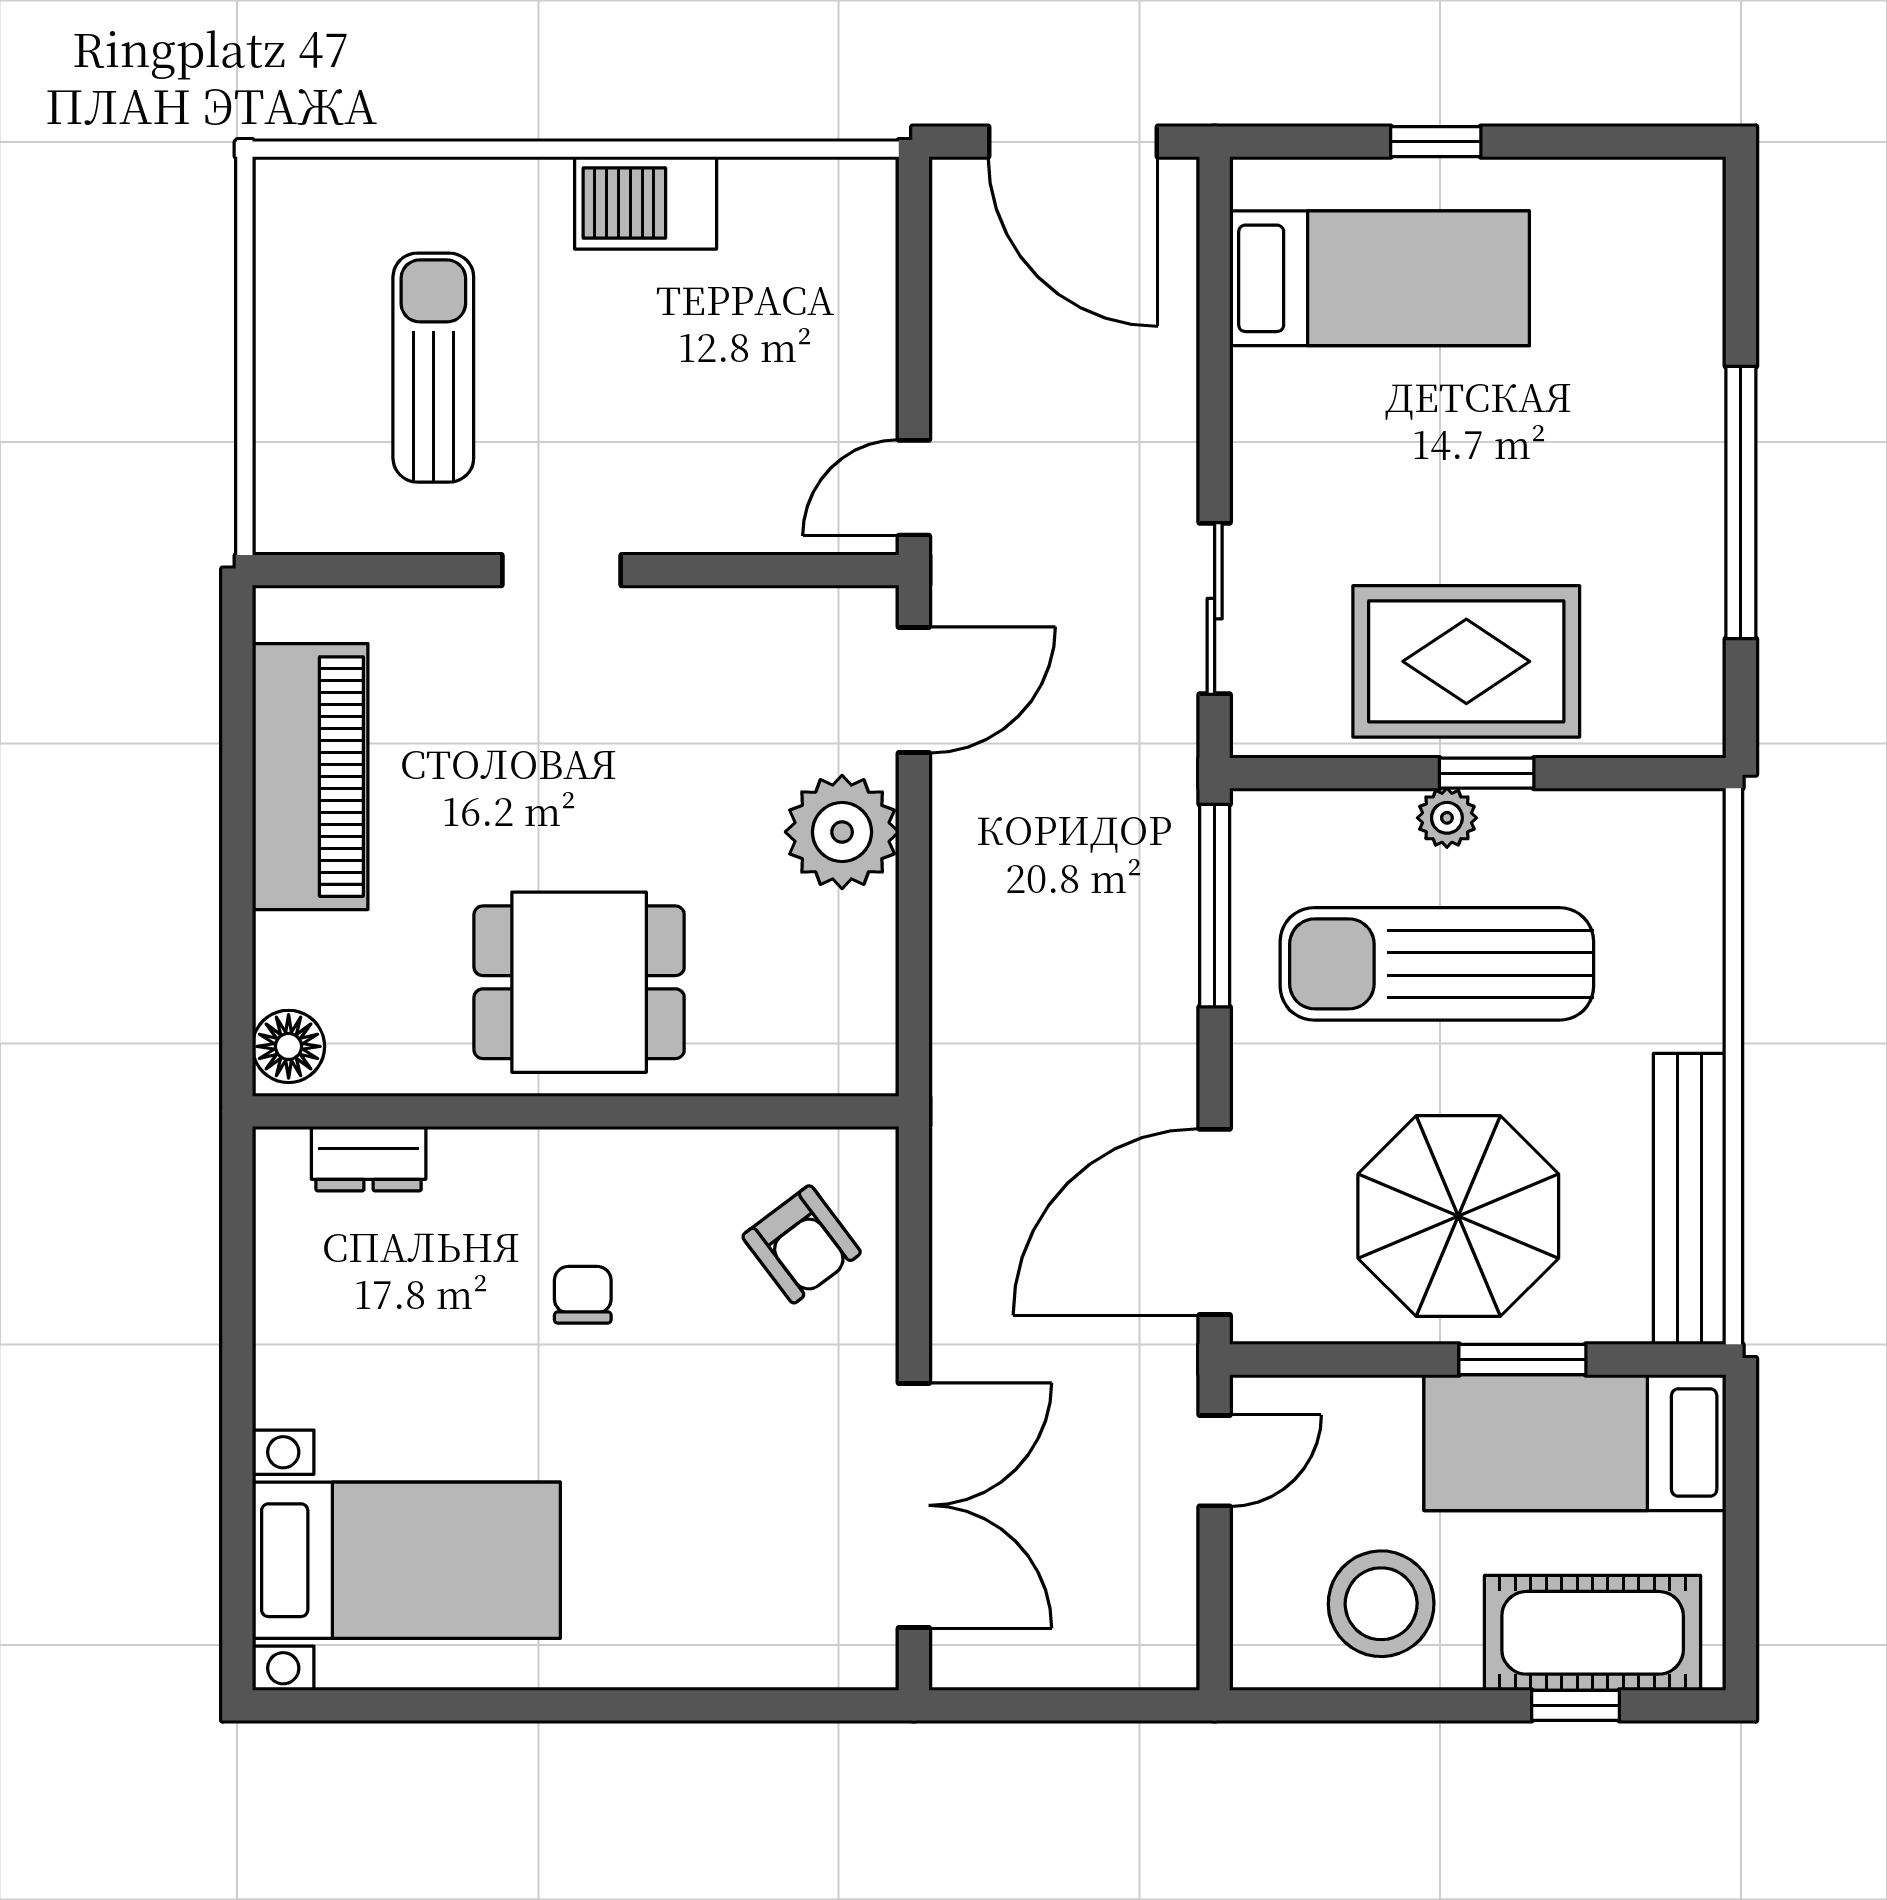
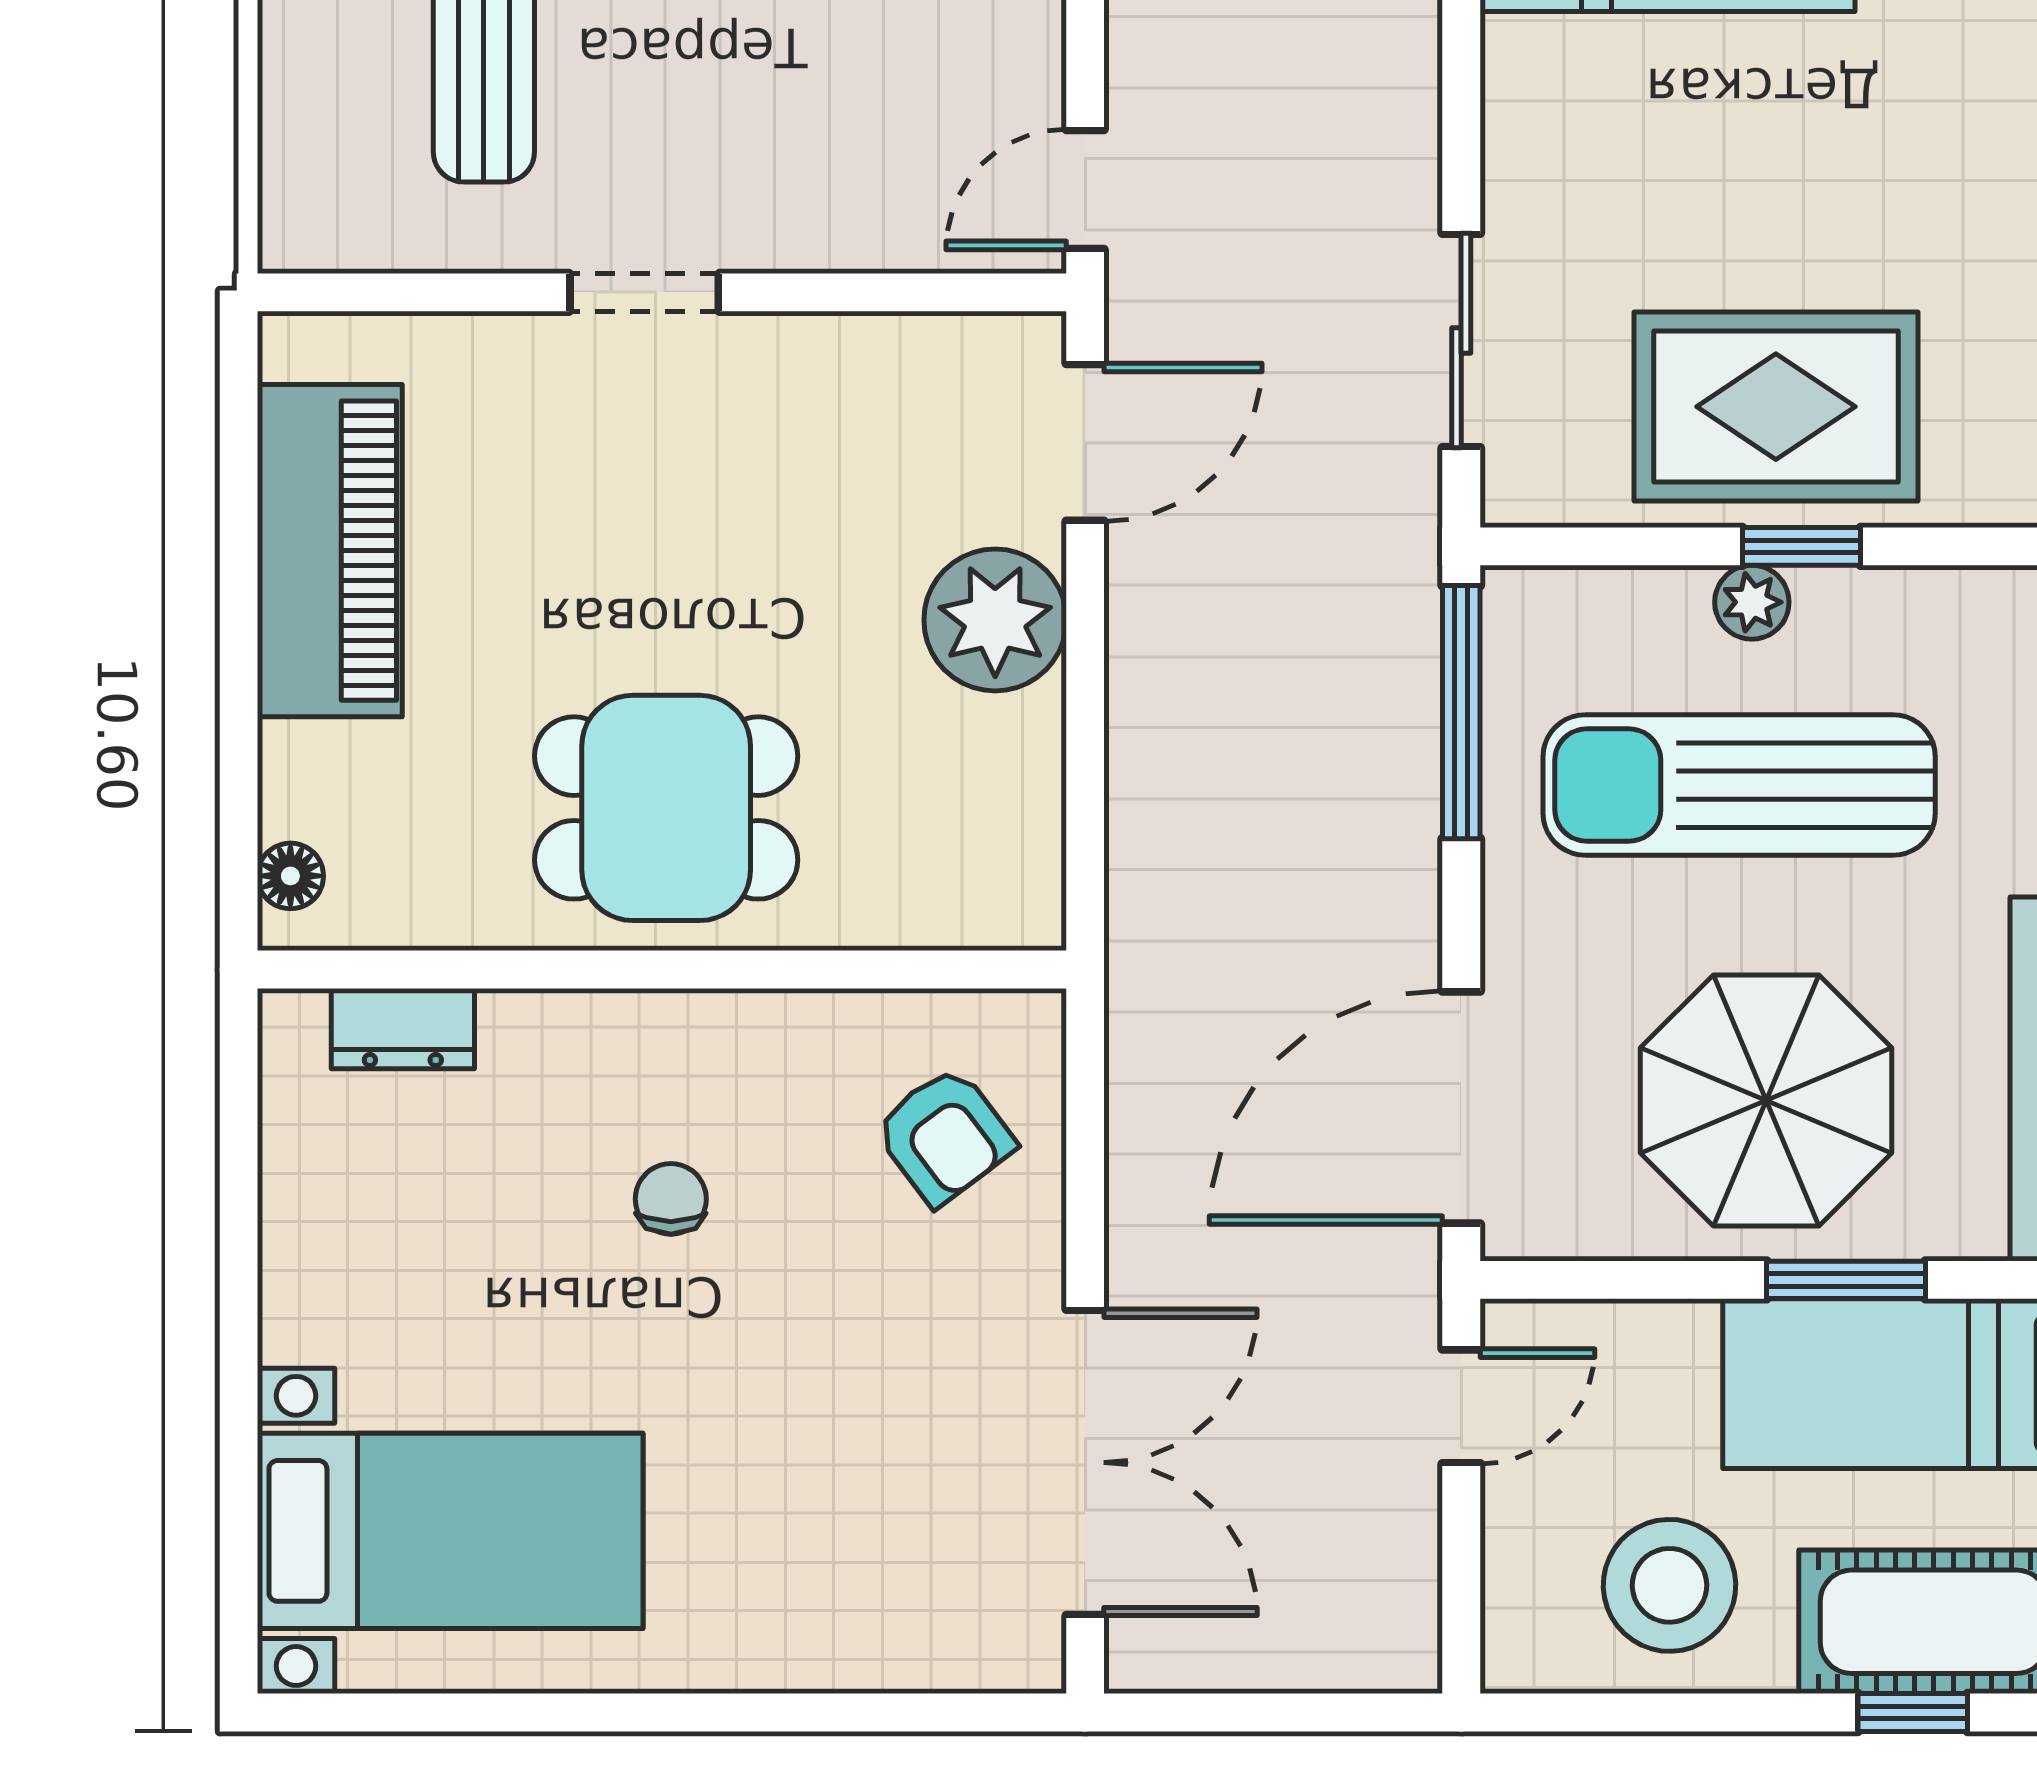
floor lamp: (289, 1046) -> (290, 876), width x0.73, depth x0.73

